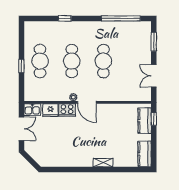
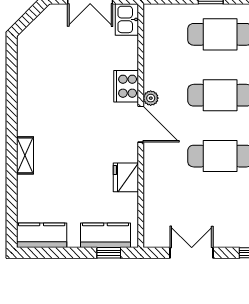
door: (87, 102) -> (141, 124), swing flipped
fridge: (50, 110) -> (126, 177), moved

